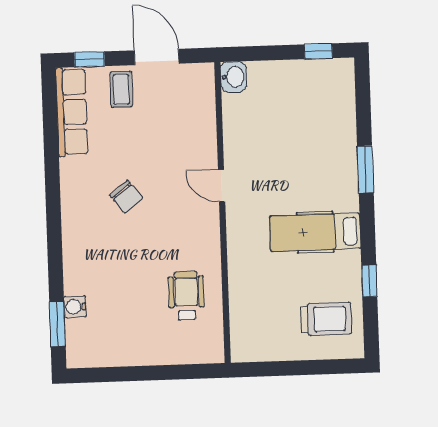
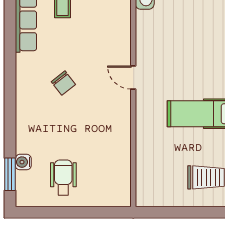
wheelchair: (186, 296) -> (63, 178), moved

